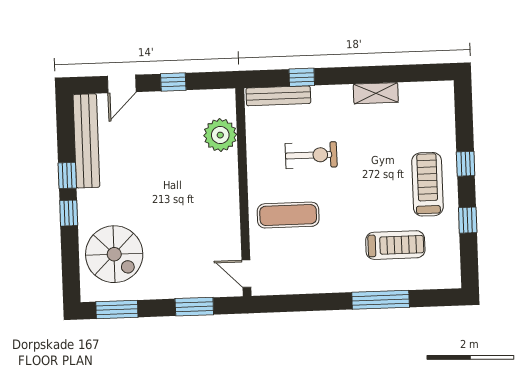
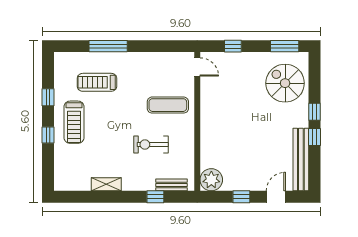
bench: (278, 96) -> (171, 185), width x0.73
plant: (220, 135) -> (211, 180), moved
window: (194, 307) -> (233, 46), width x0.67

